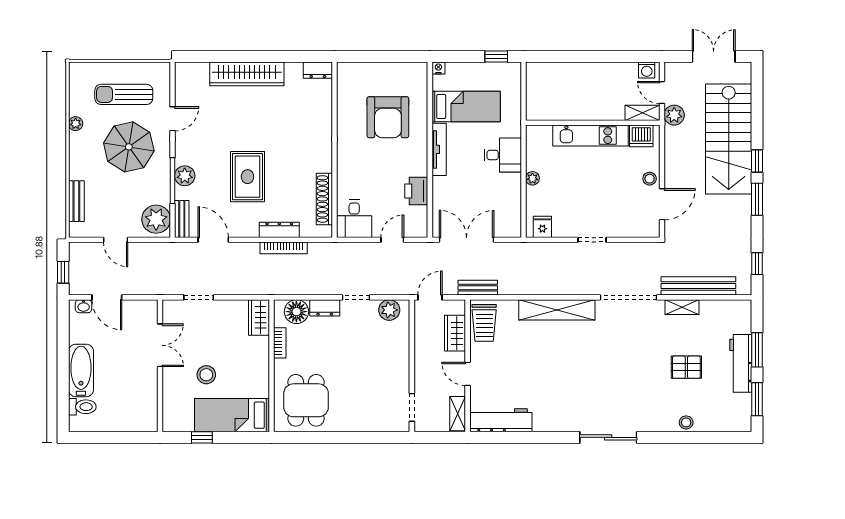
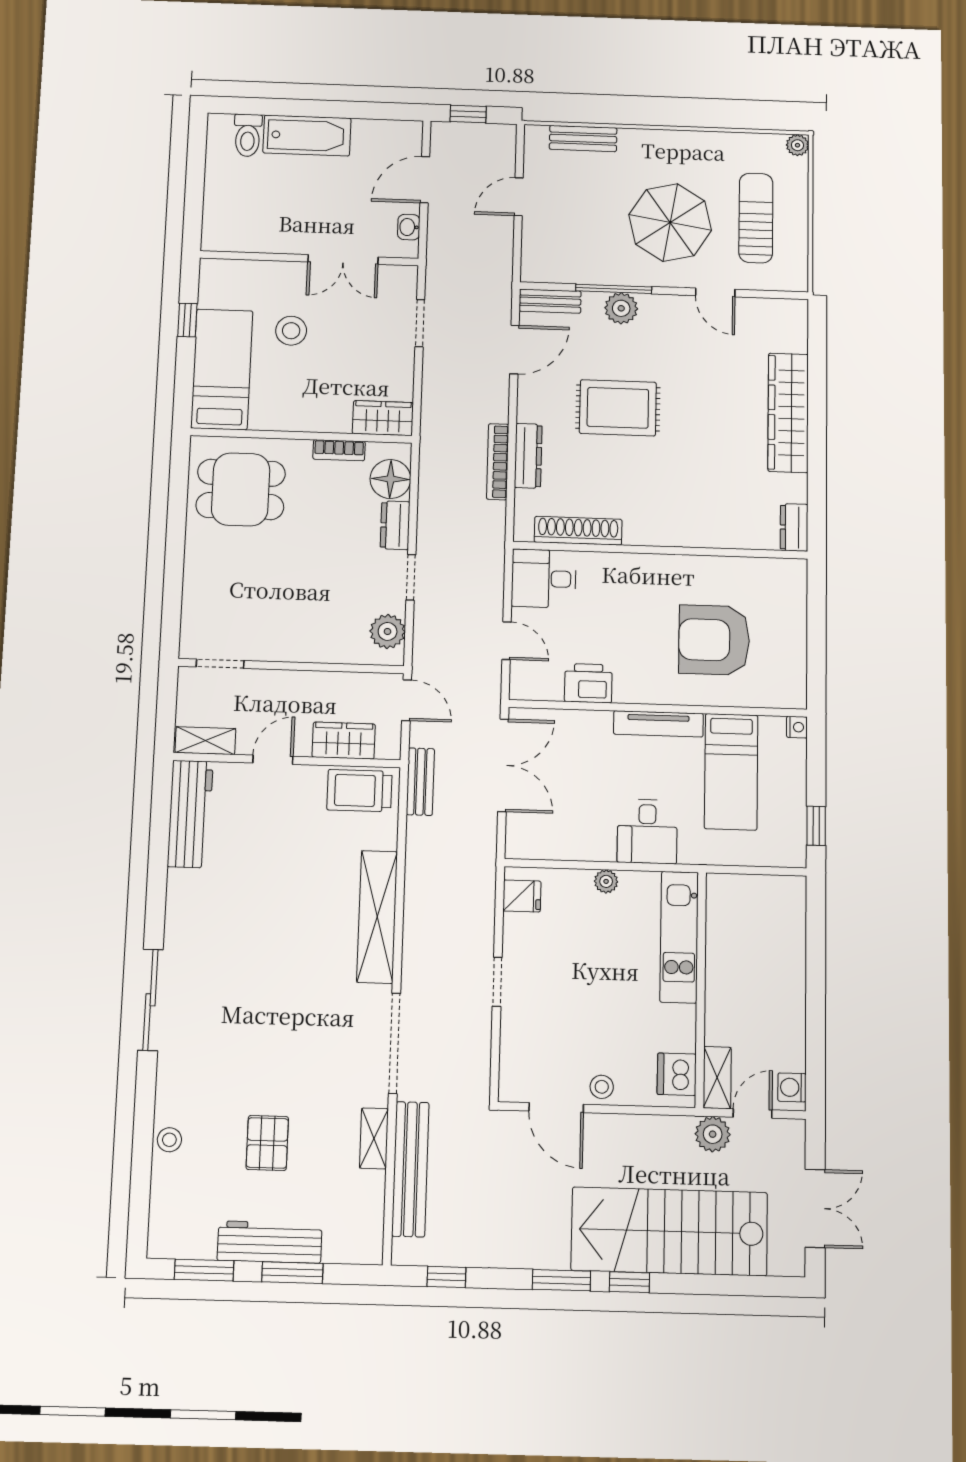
plant: (76, 124) -> (798, 145), moved
kitchen unit: (590, 136) -> (679, 937), moved
plant: (156, 219) -> (551, 261), removed
washbasin: (84, 306) -> (409, 227), moved

